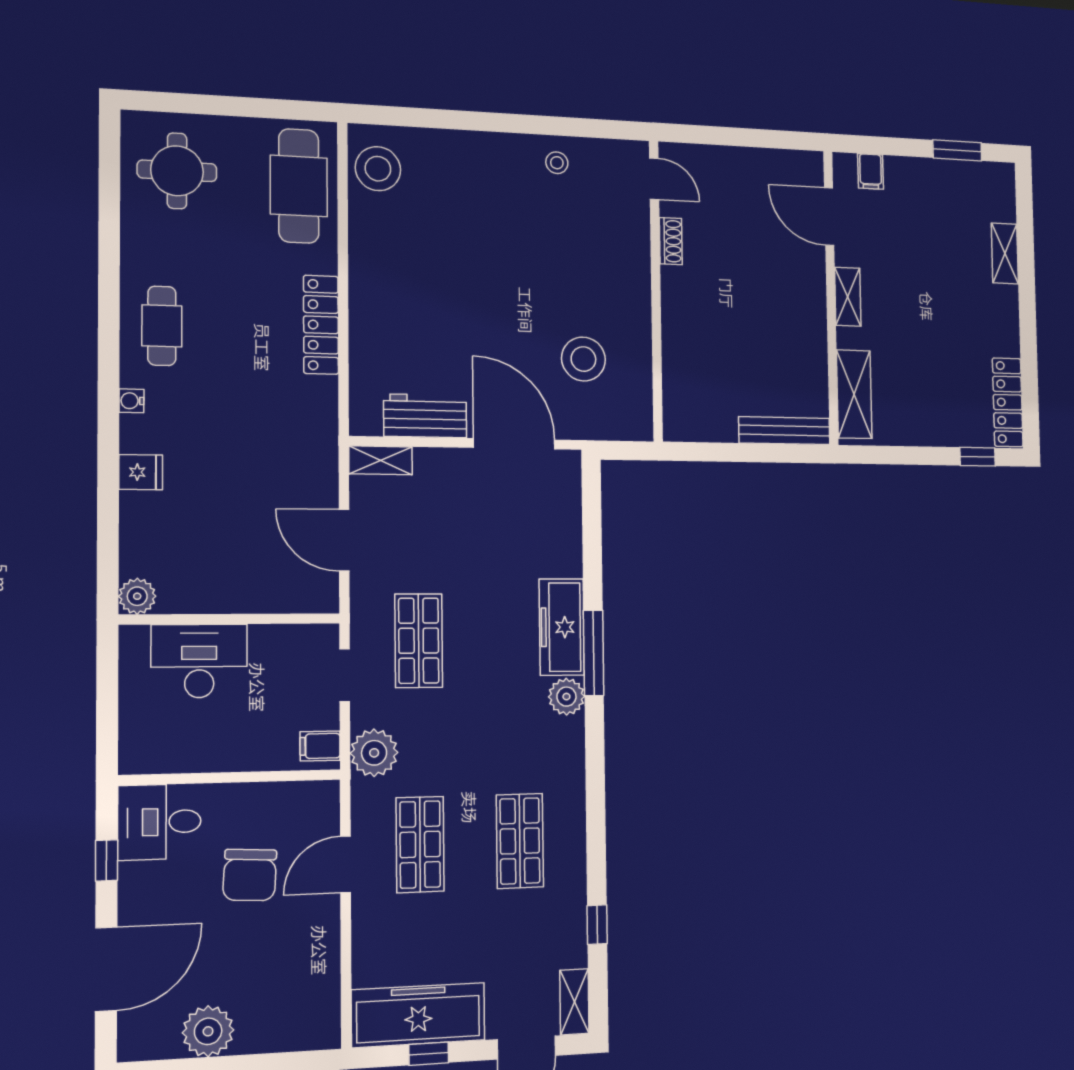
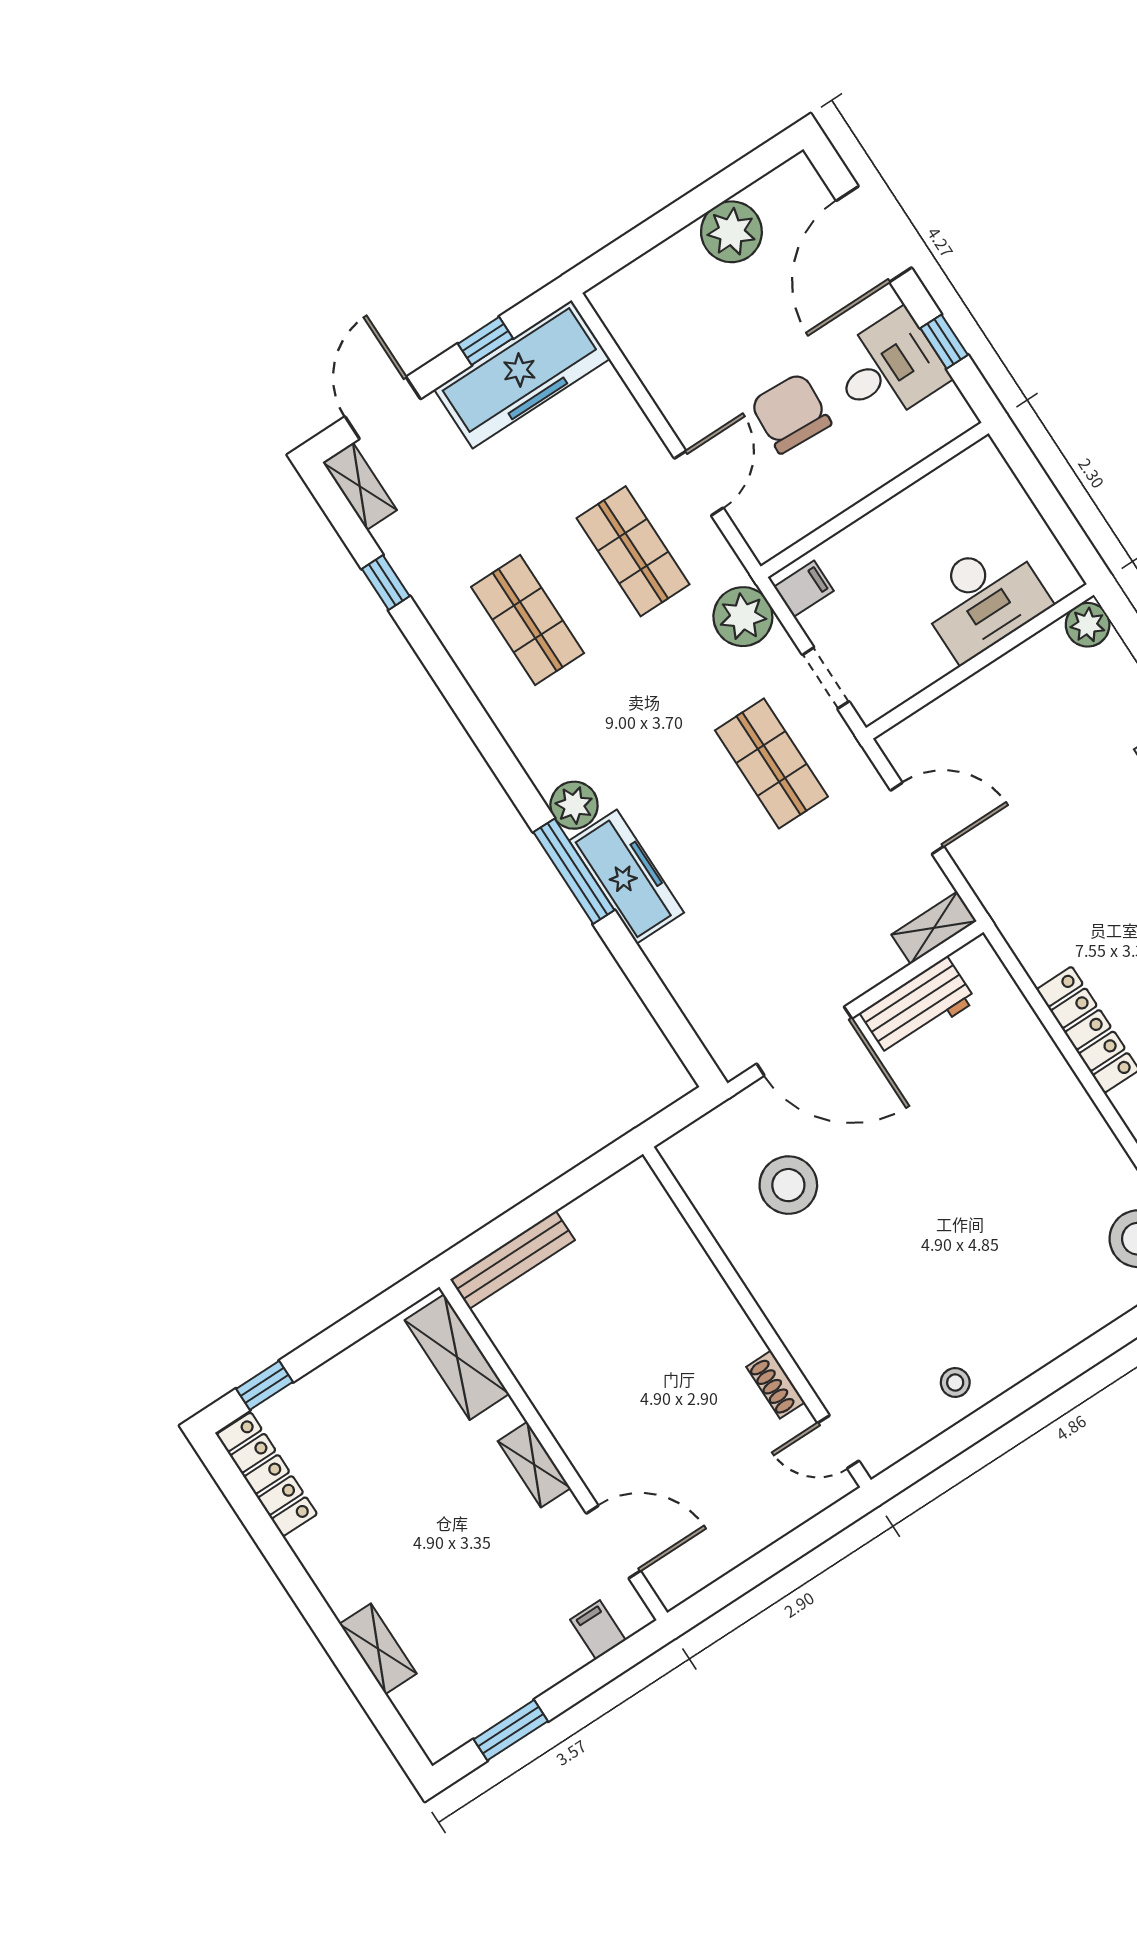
desk: (159, 822) -> (889, 368), moved

